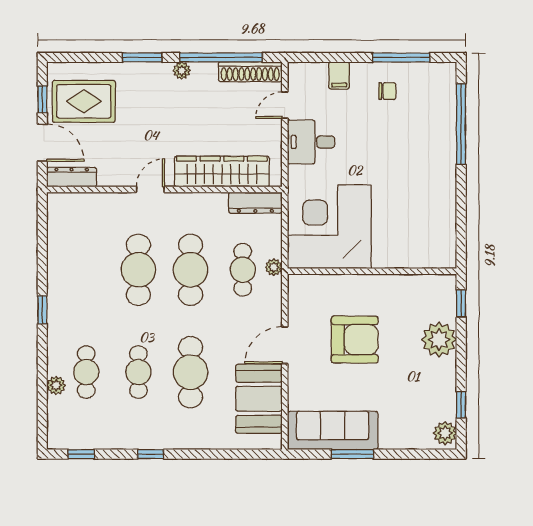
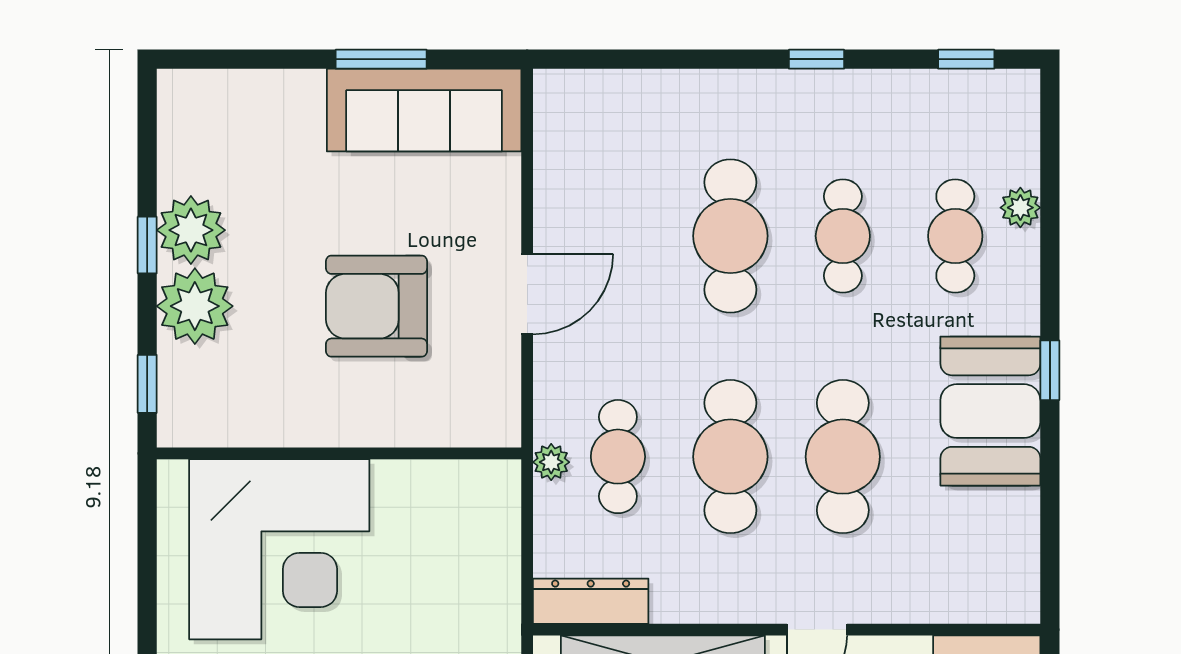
corner desk: (329, 227) -> (279, 549), moved
booth: (259, 399) -> (990, 411), moved
window: (461, 405) -> (147, 245), moved
plant: (445, 433) -> (191, 230), moved, width x1.36, depth x1.36

